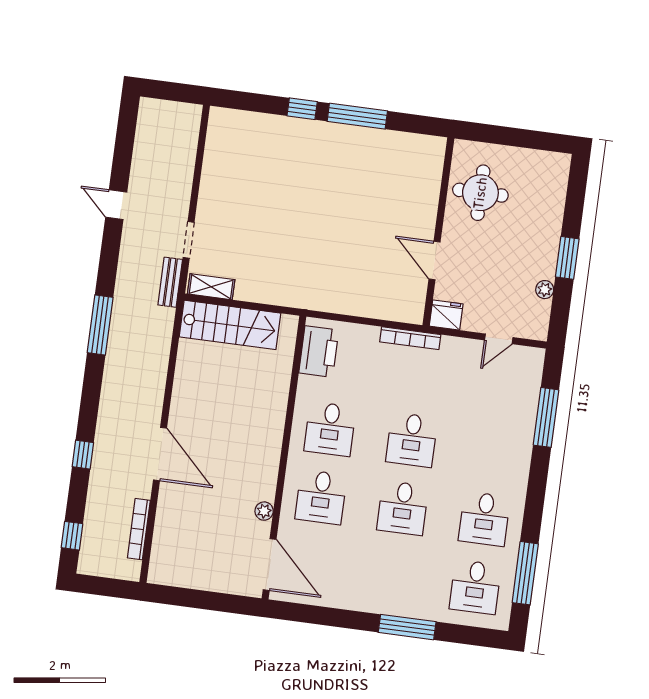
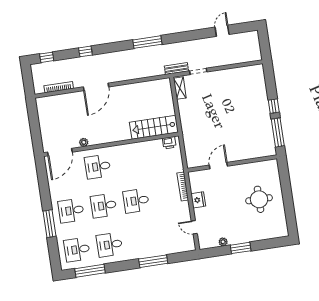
door: (116, 205) -> (222, 31), moved
wall: (438, 232) -> (232, 164), moved
door: (435, 261) -> (218, 166), moved
stairs: (230, 325) -> (154, 127), moved, turned 90
printer: (319, 352) -> (169, 143), width x0.53, depth x0.68
window: (546, 417) -> (153, 261), moved
desk: (330, 429) -> (71, 211), moved

